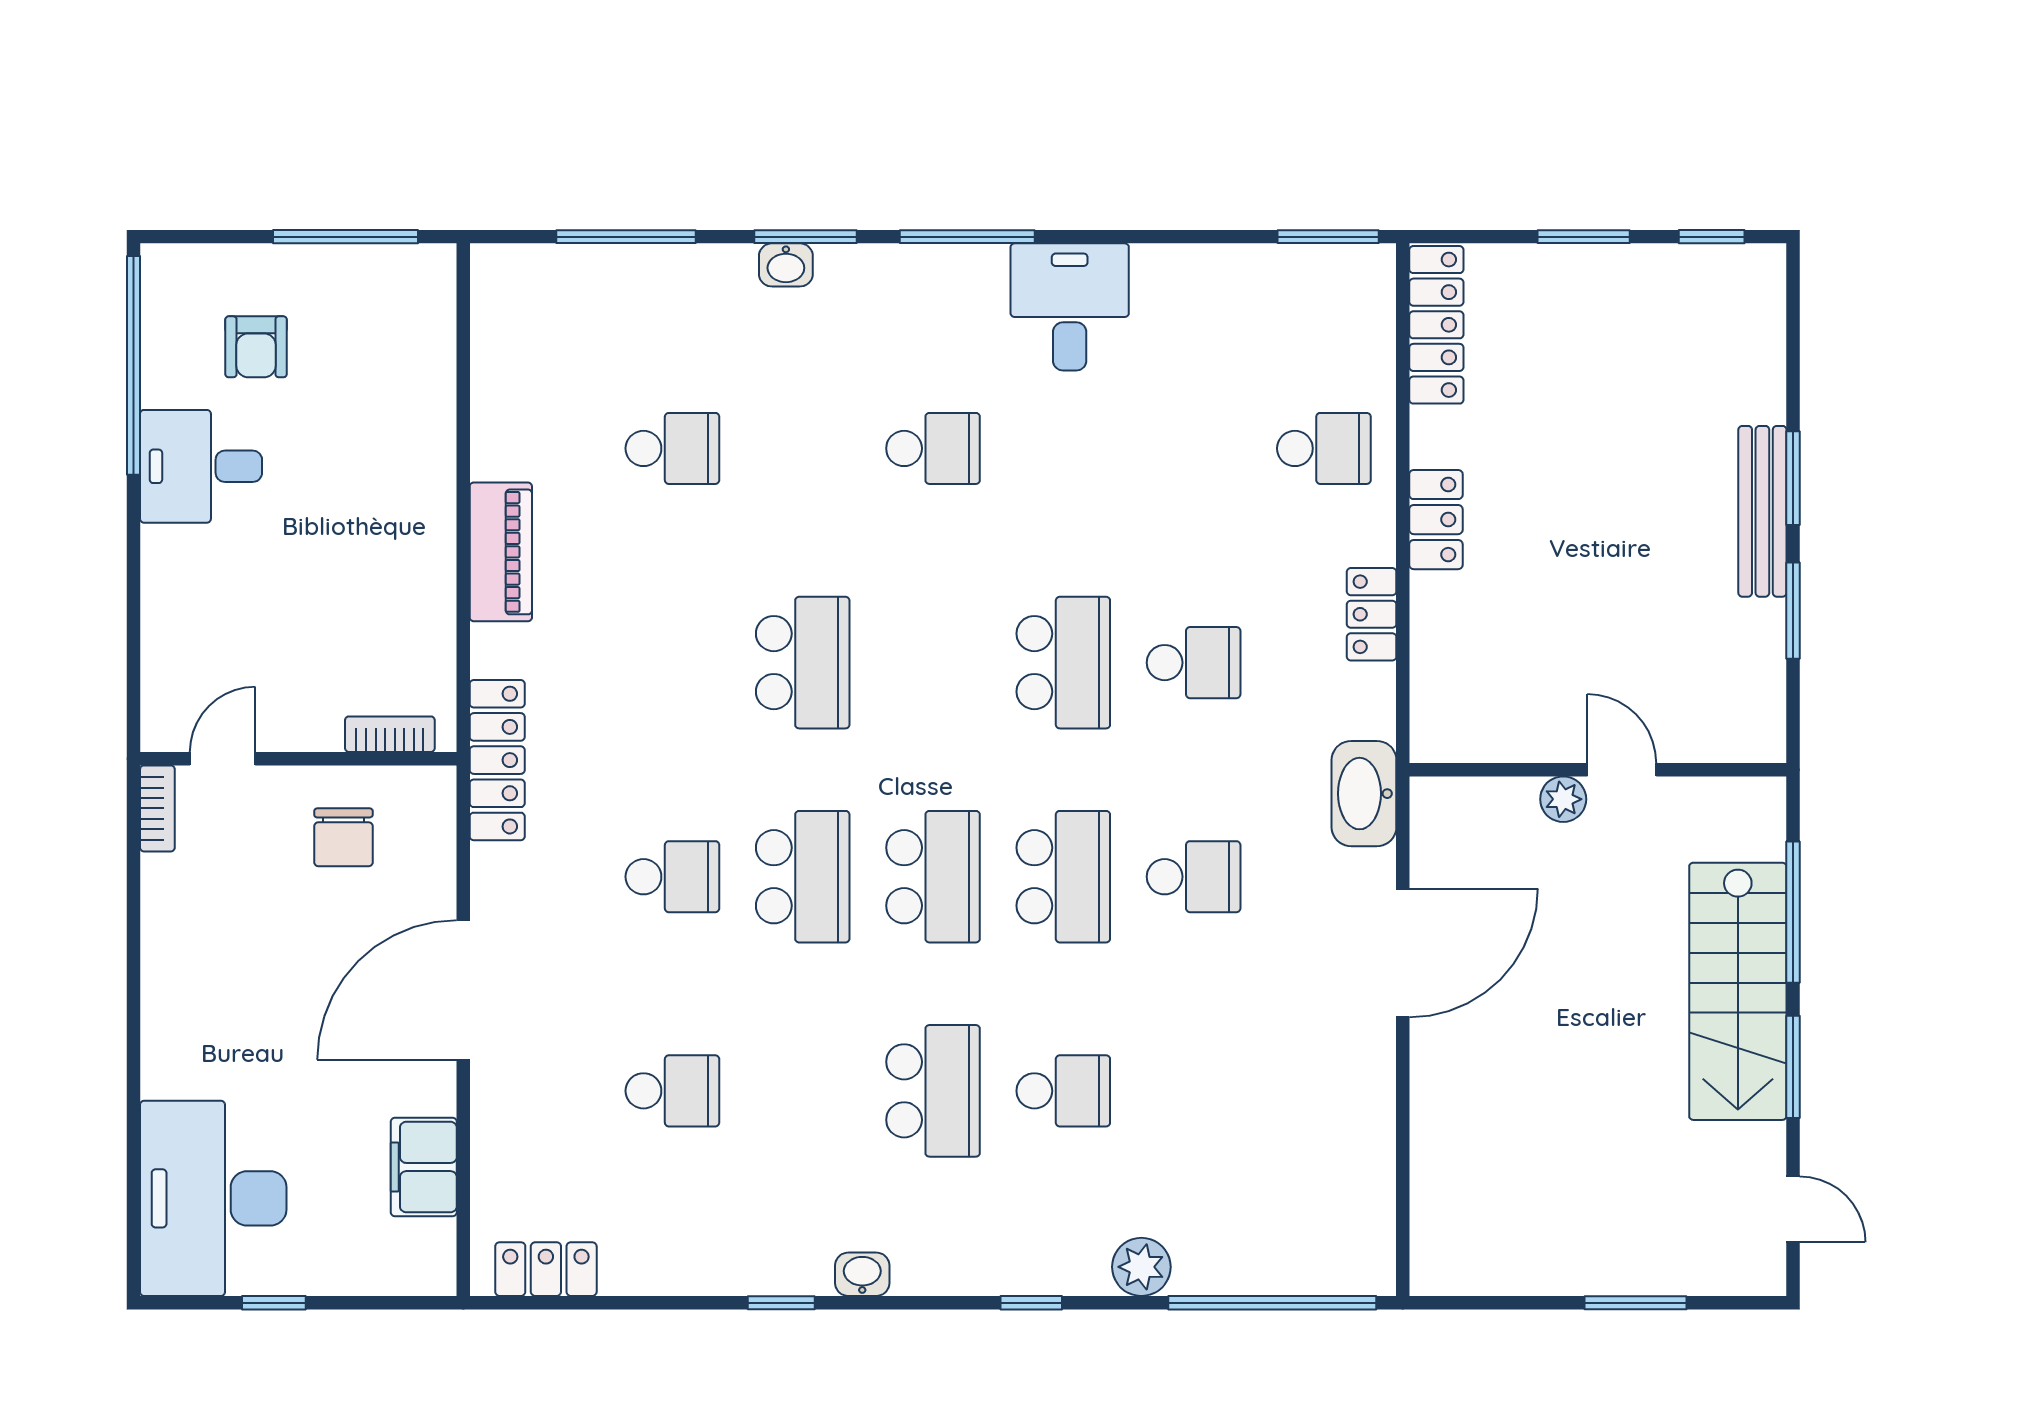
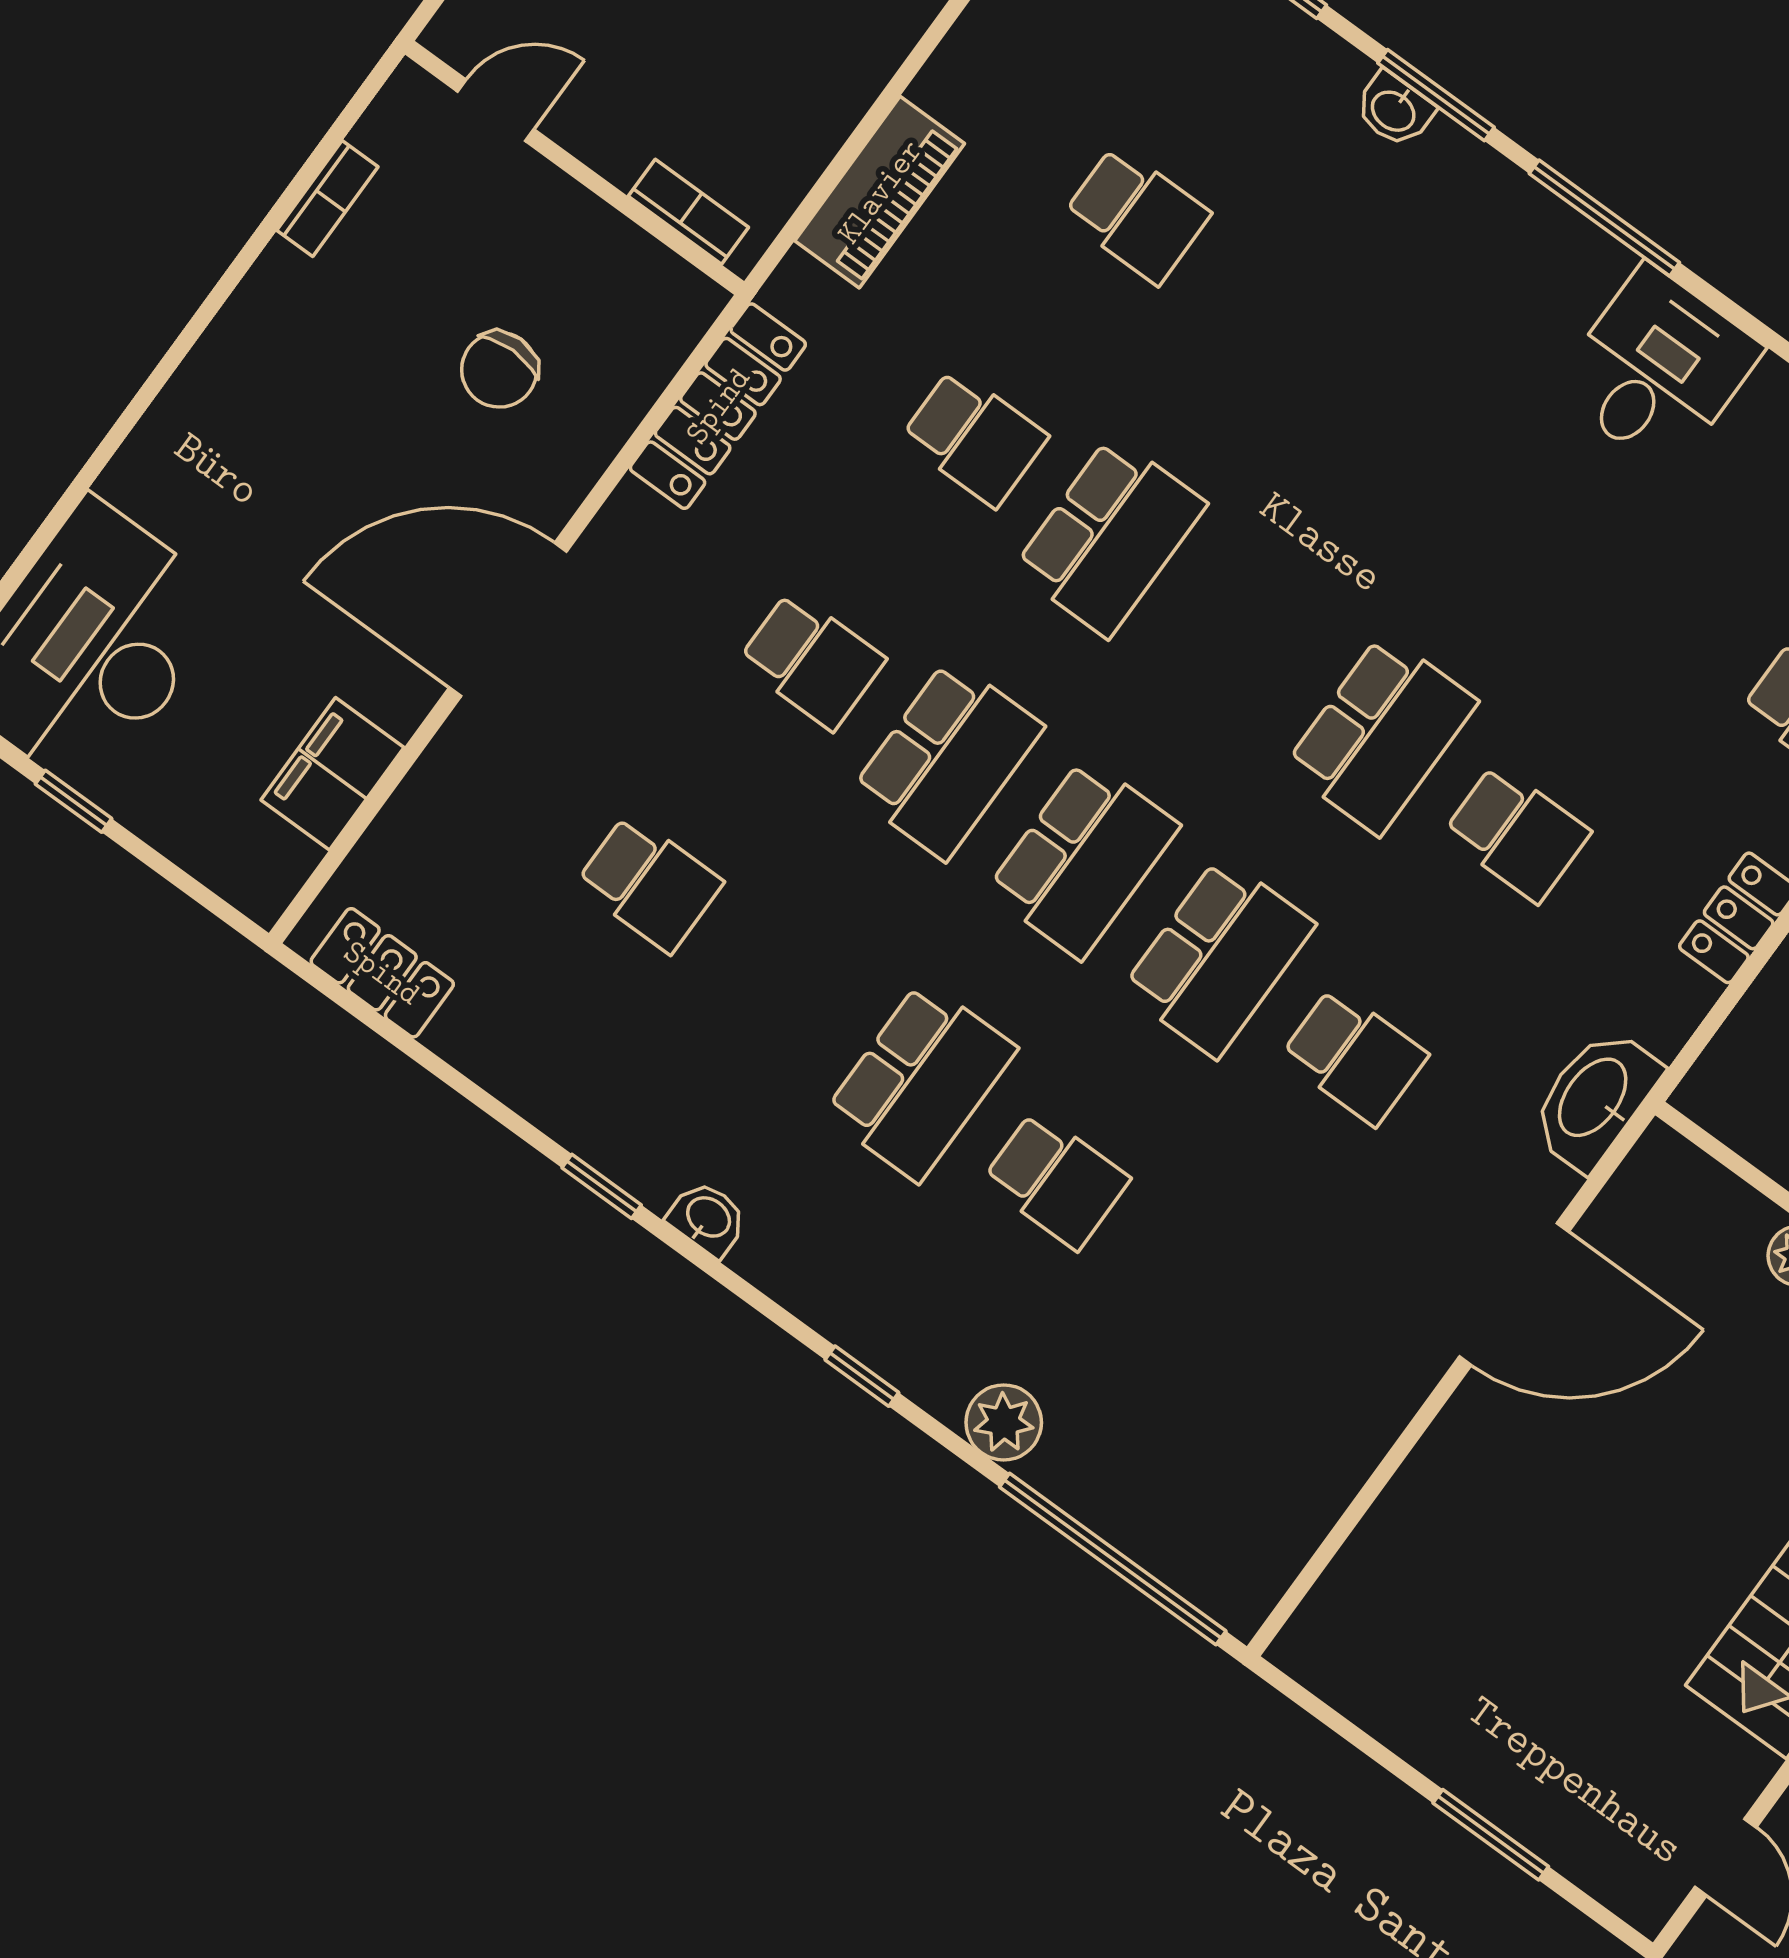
school desk: (933, 448) -> (974, 438), moved
bookcase: (390, 734) -> (688, 212), moved
door: (223, 759) -> (496, 110), moved
wall: (298, 759) -> (574, 168), moved

